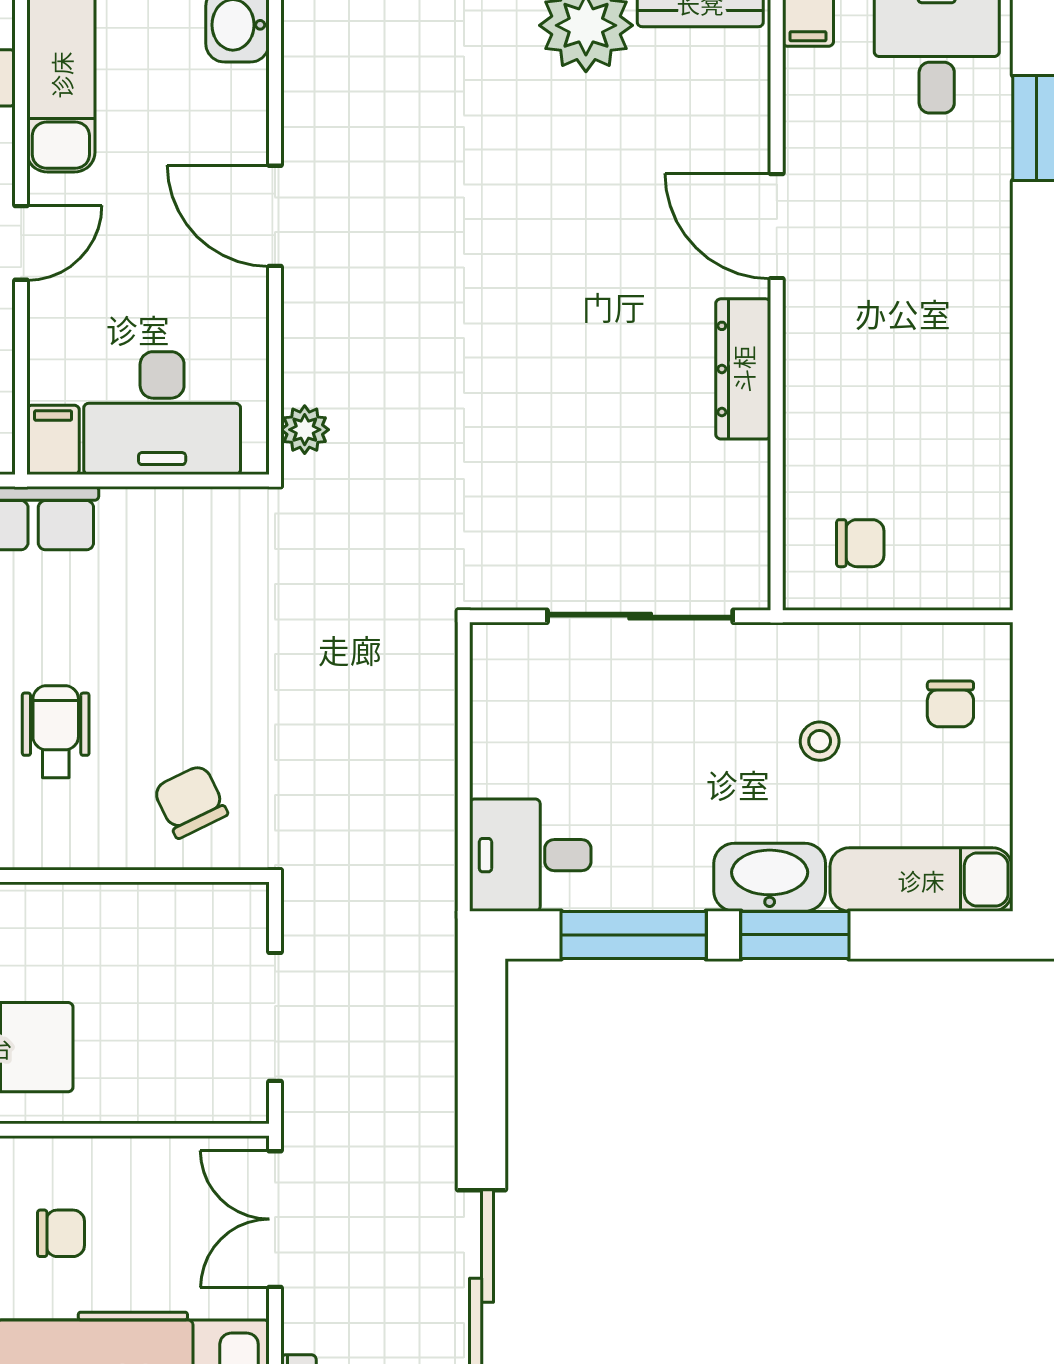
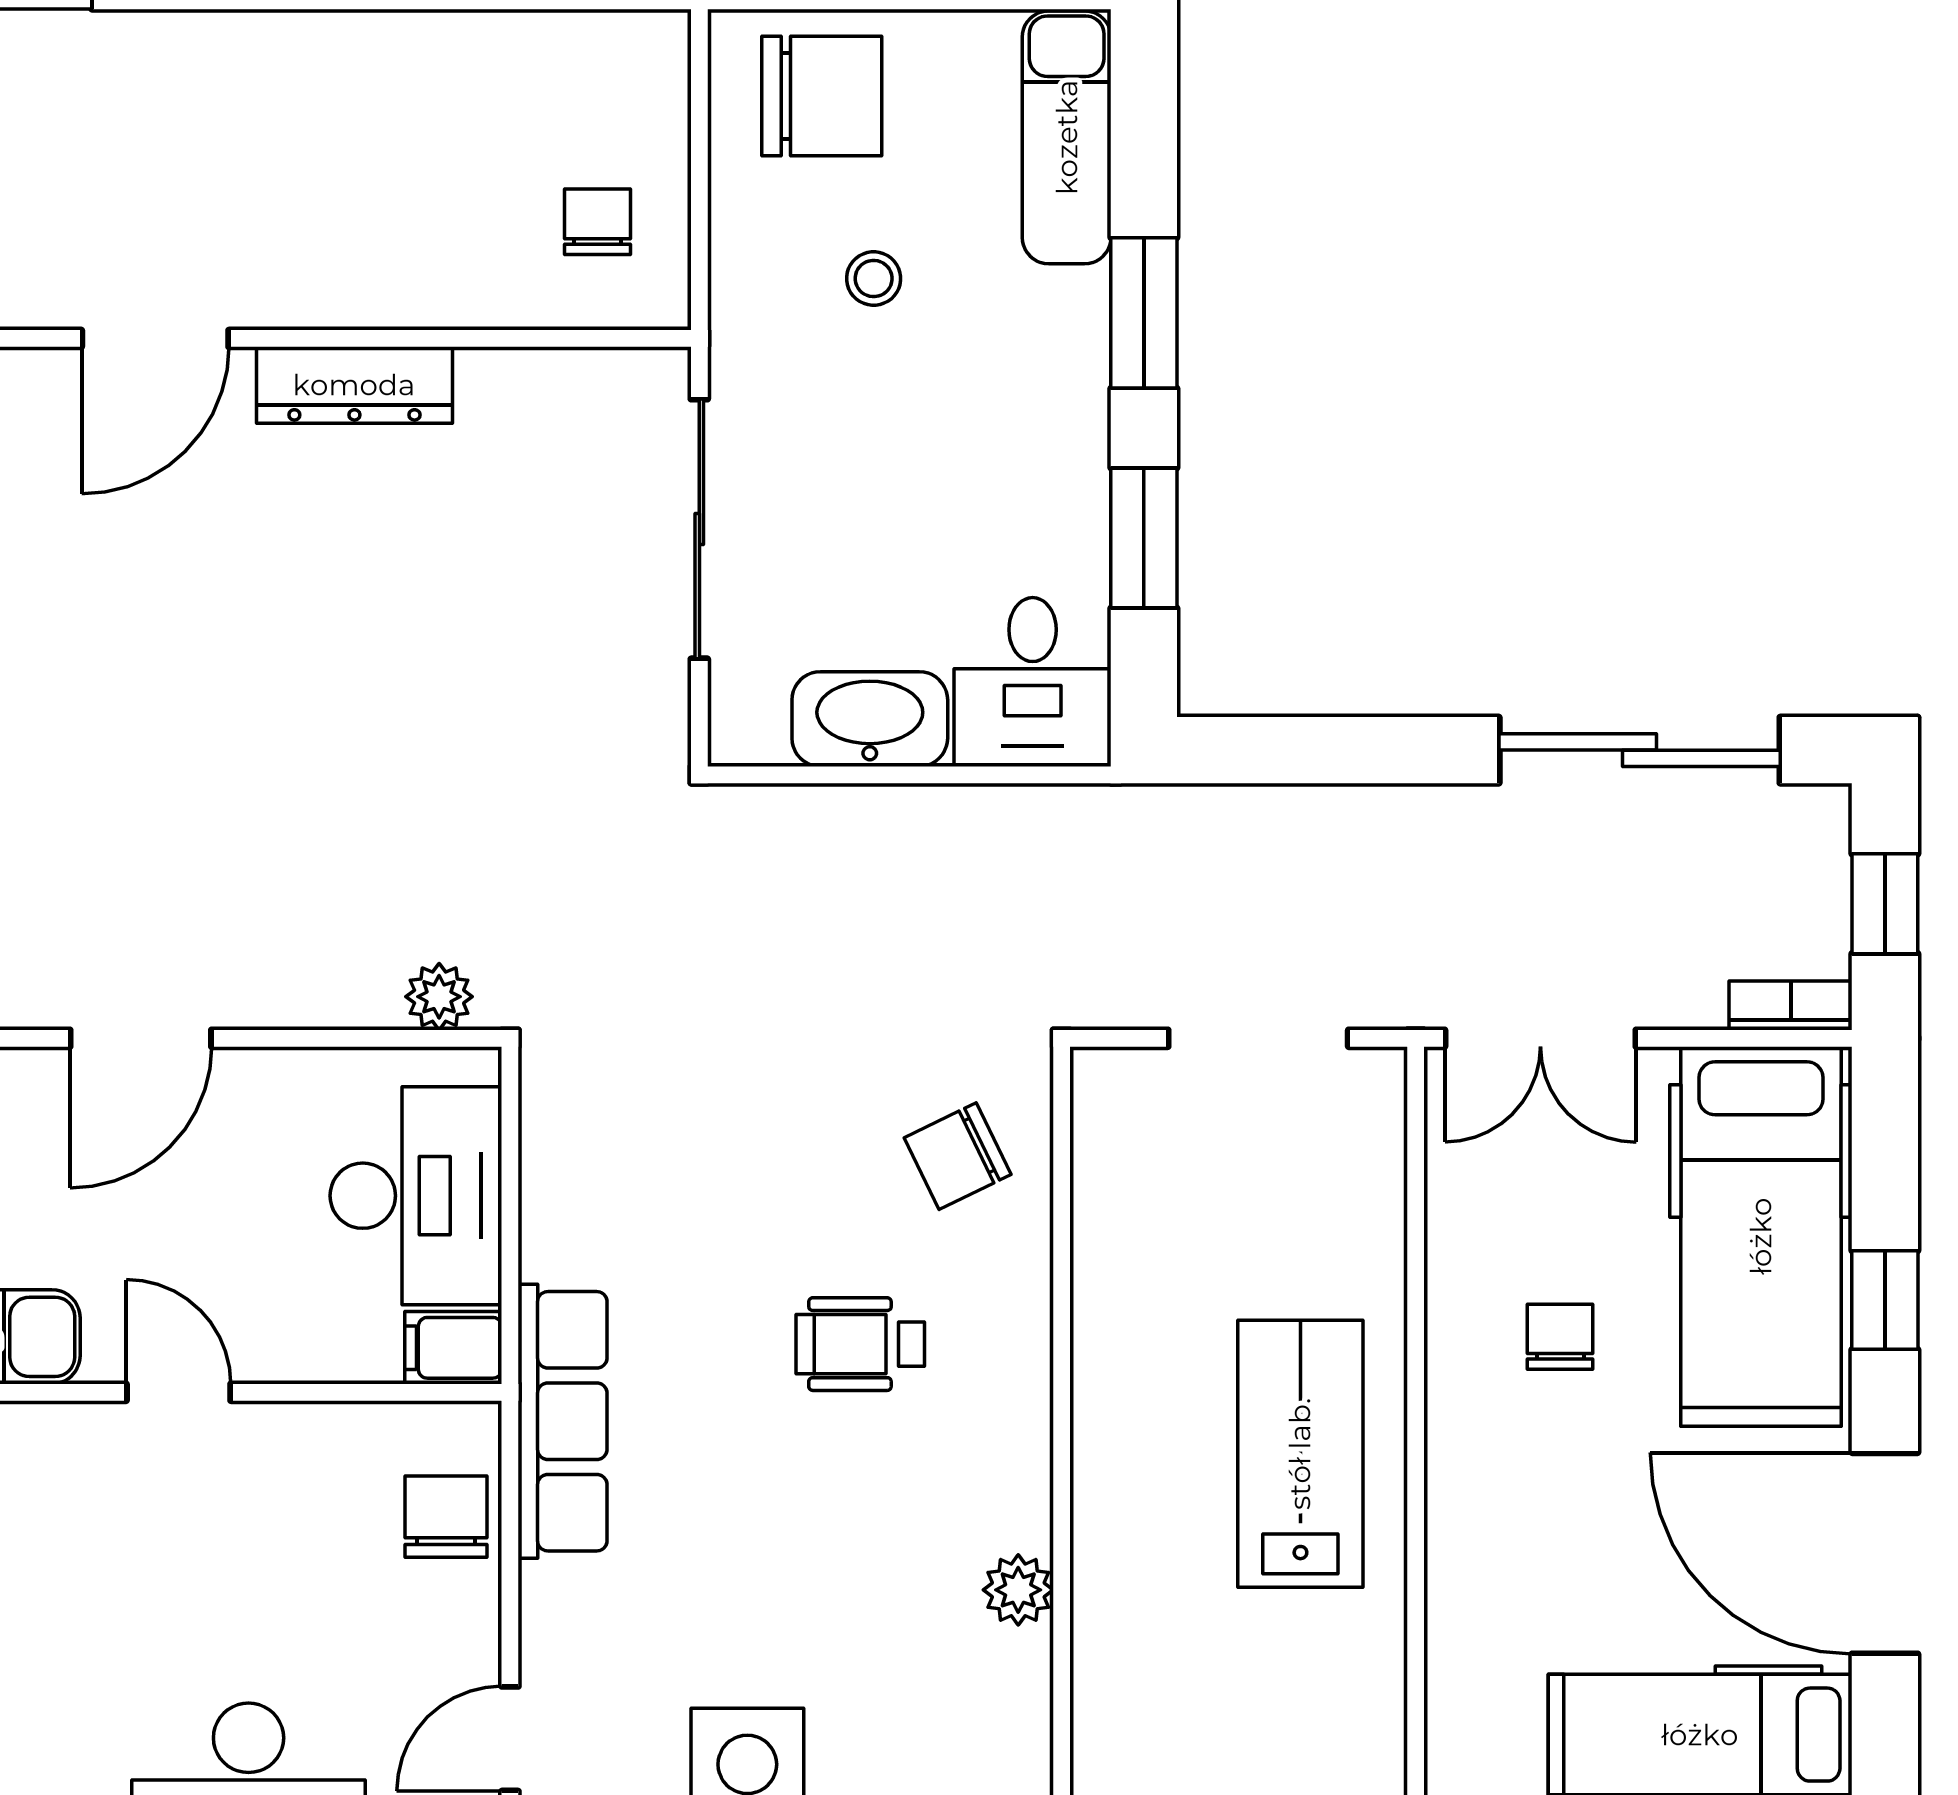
chair: (950, 704) -> (822, 96), width x1.87, depth x1.87
washbasin: (770, 877) -> (870, 719), moved, turned 90
window: (634, 935) -> (1144, 538), width x0.69

